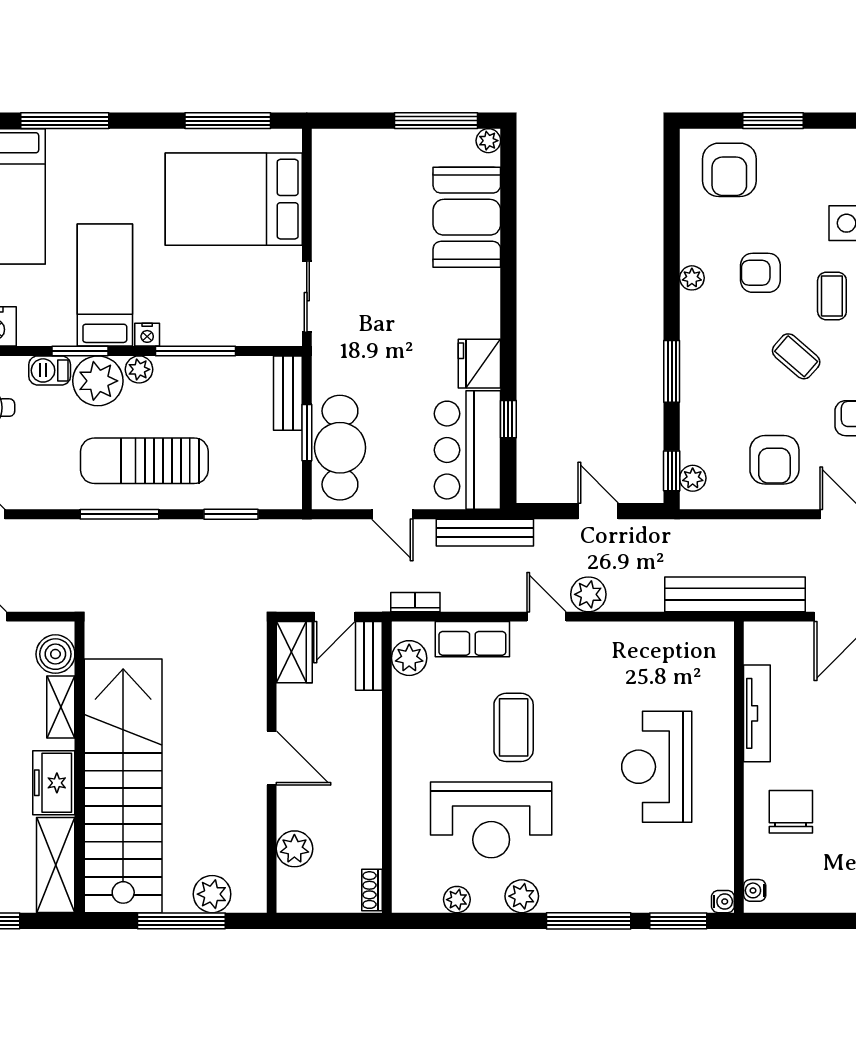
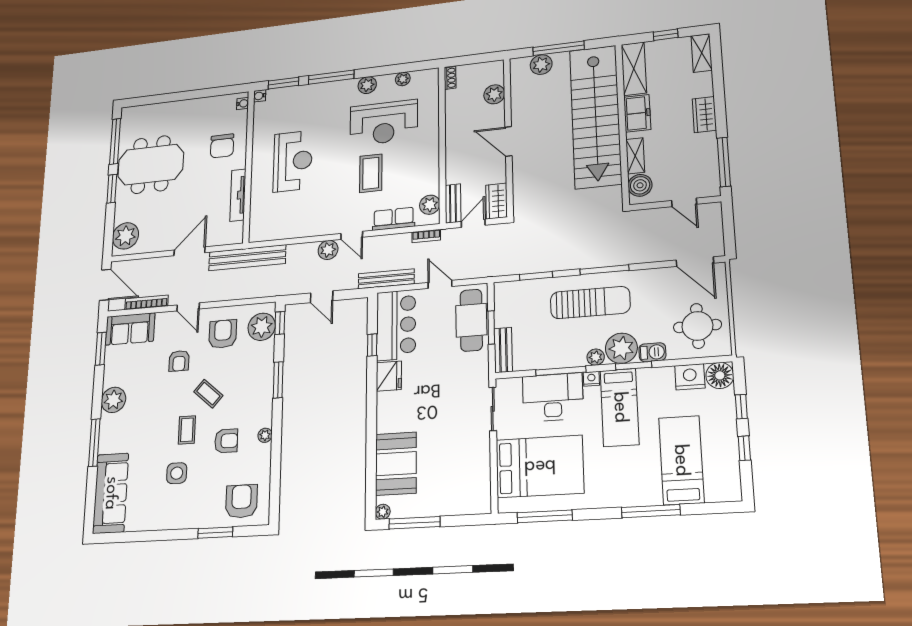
desk: (210, 309) -> (553, 397), added
plant: (693, 478) -> (262, 327), width x1.87, depth x1.87
reception desk: (491, 820) -> (384, 123), turned 180

